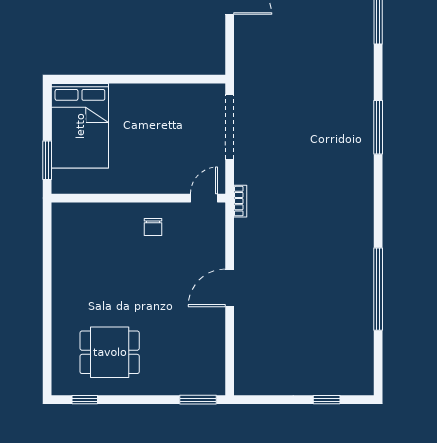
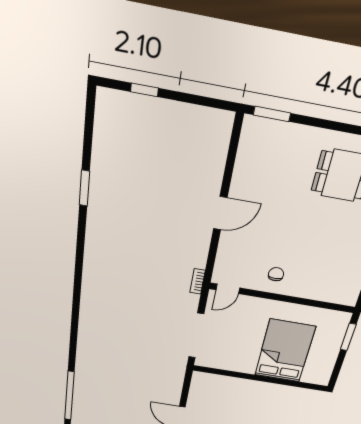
bed: (80, 126) -> (285, 351), moved
window: (378, 127) -> (75, 316), removed
window: (378, 289) -> (84, 188), width x0.47

